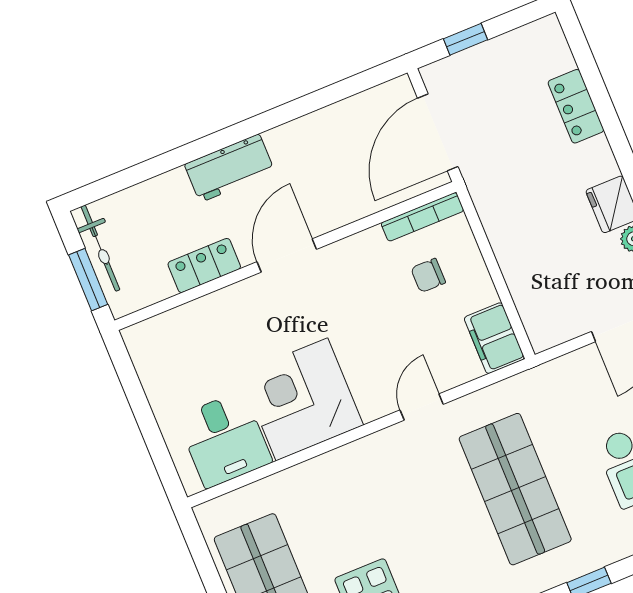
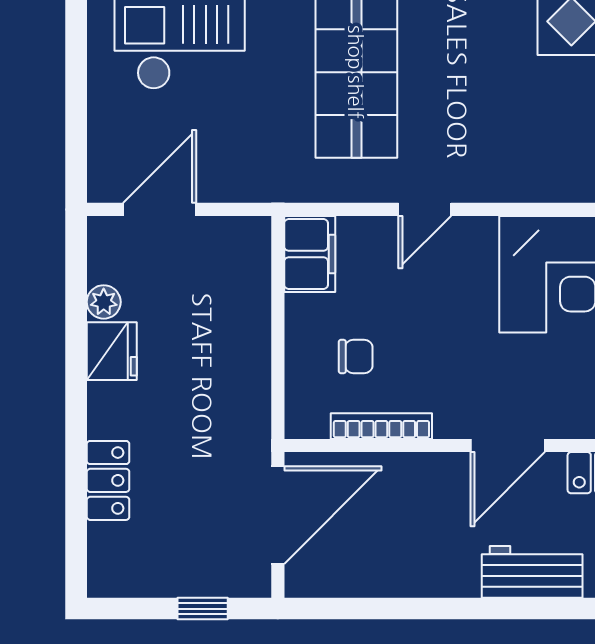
bookcase: (422, 217) -> (381, 426), moved

